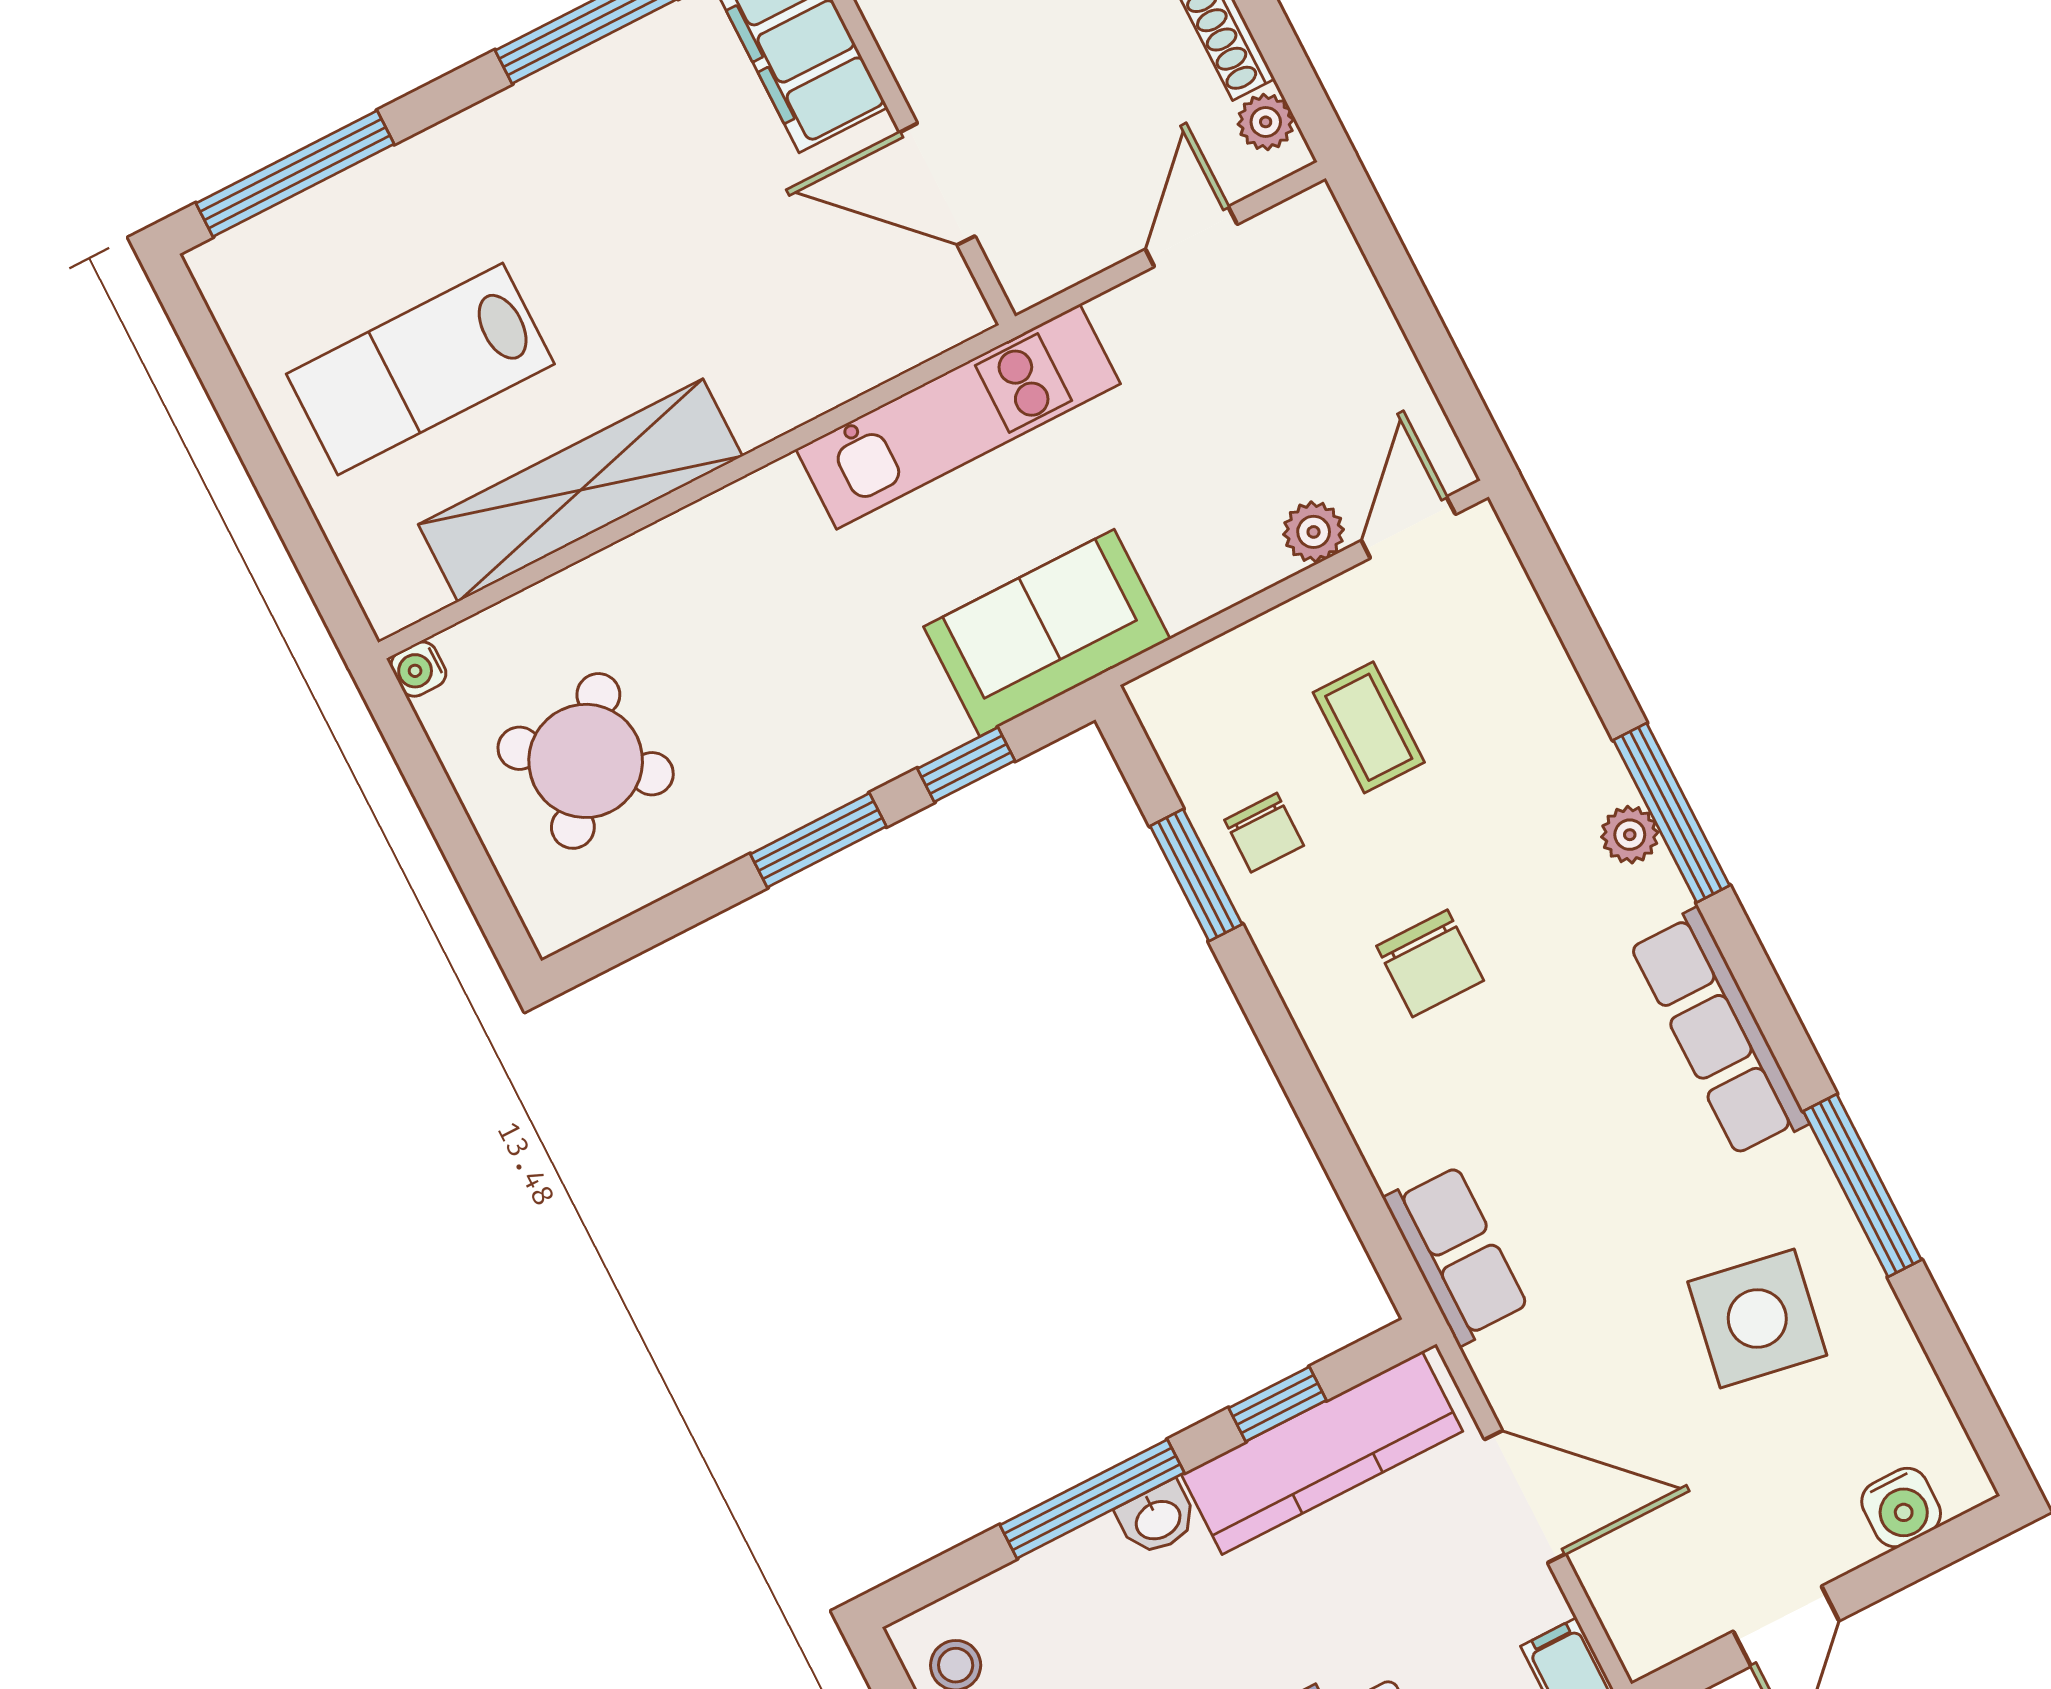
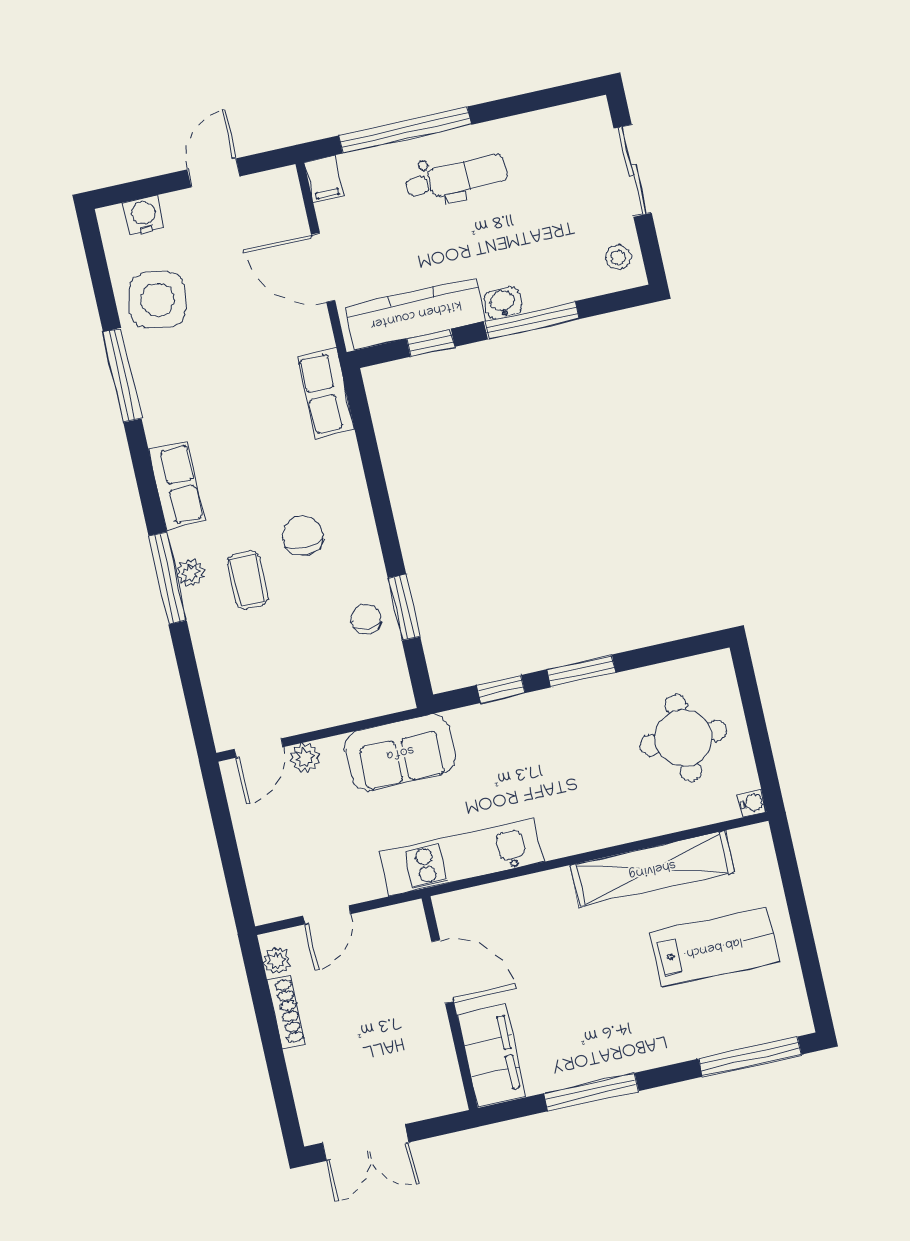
sofa: (1047, 633) -> (400, 752), moved
coffee table: (1369, 727) -> (248, 580), moved
round table: (586, 761) -> (683, 738), turned -38
row of seats: (1719, 1033) -> (177, 486), width x0.68
side table: (1757, 1319) -> (158, 300), moved

